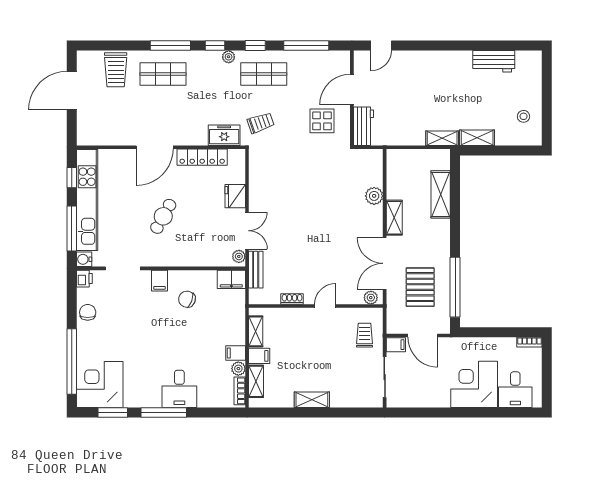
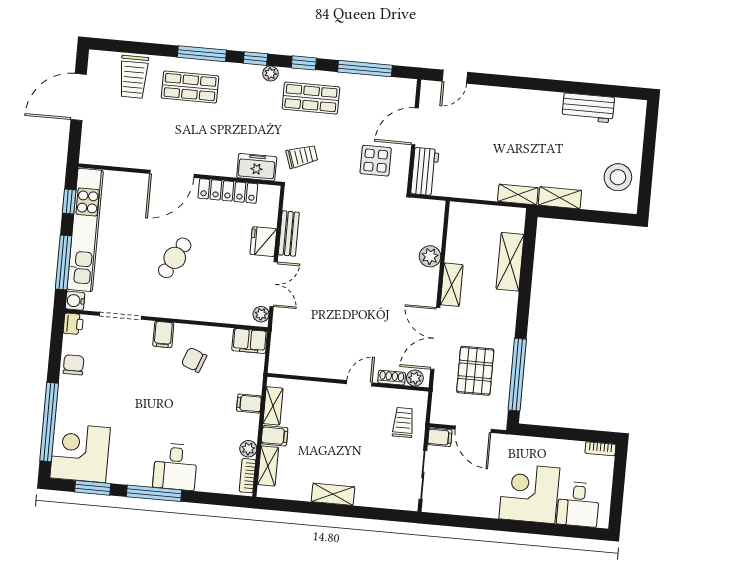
stool: (523, 116) -> (618, 177), width x1.89, depth x1.89
bench: (256, 270) -> (289, 234), moved
shoe rack: (292, 299) -> (392, 378), moved
filing cabinet: (236, 353) -> (249, 403), moved

